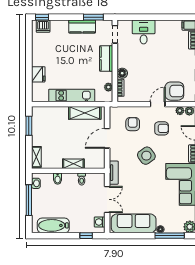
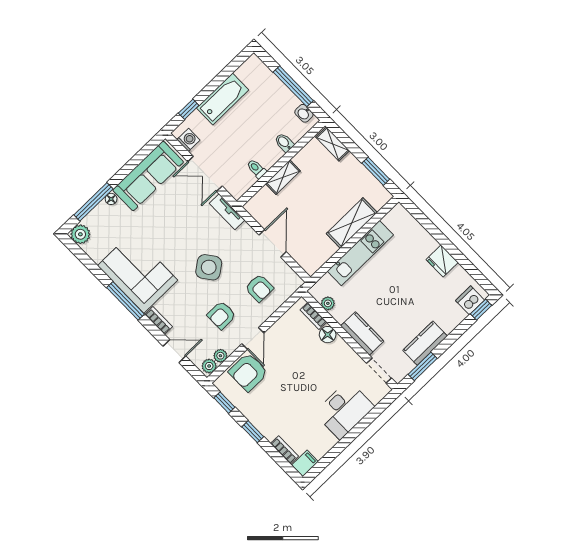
desk: (144, 32) -> (344, 410), width x1.37
fridge: (38, 74) -> (442, 261), moved
shelving: (85, 113) -> (352, 223), moved
bathtub: (53, 225) -> (223, 99), moved

